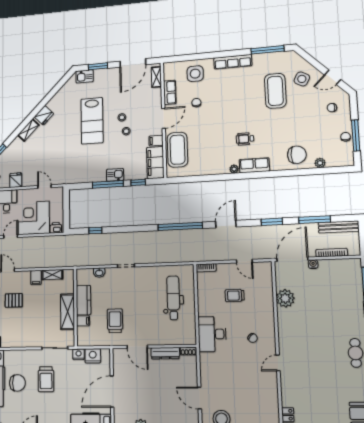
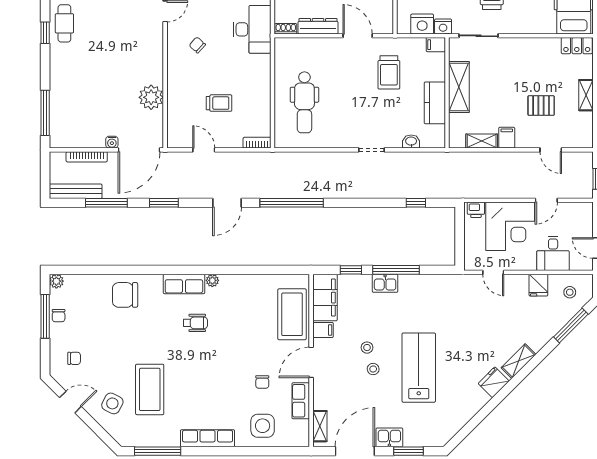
kitchen sink: (85, 76) -> (389, 437), moved
plant: (320, 163) -> (56, 281), moved
filing cabinet: (83, 321) -> (436, 45), moved
desk: (212, 334) -> (252, 29), moved

